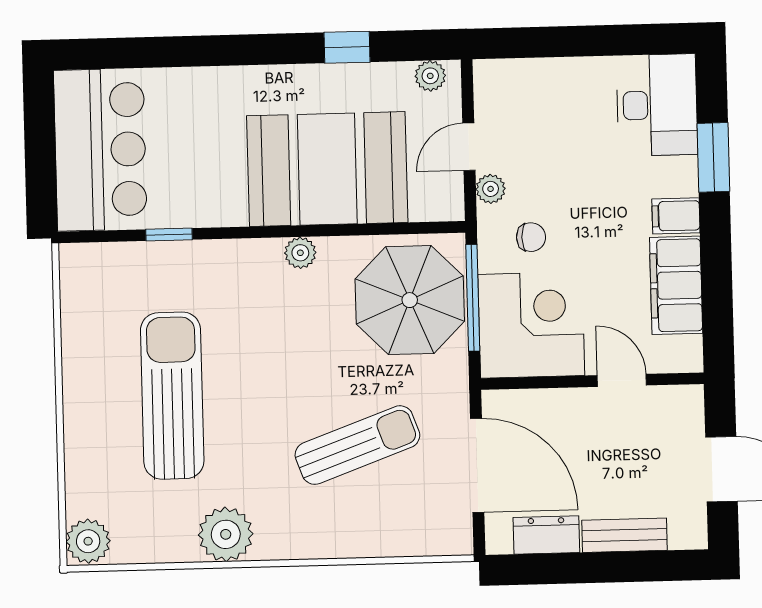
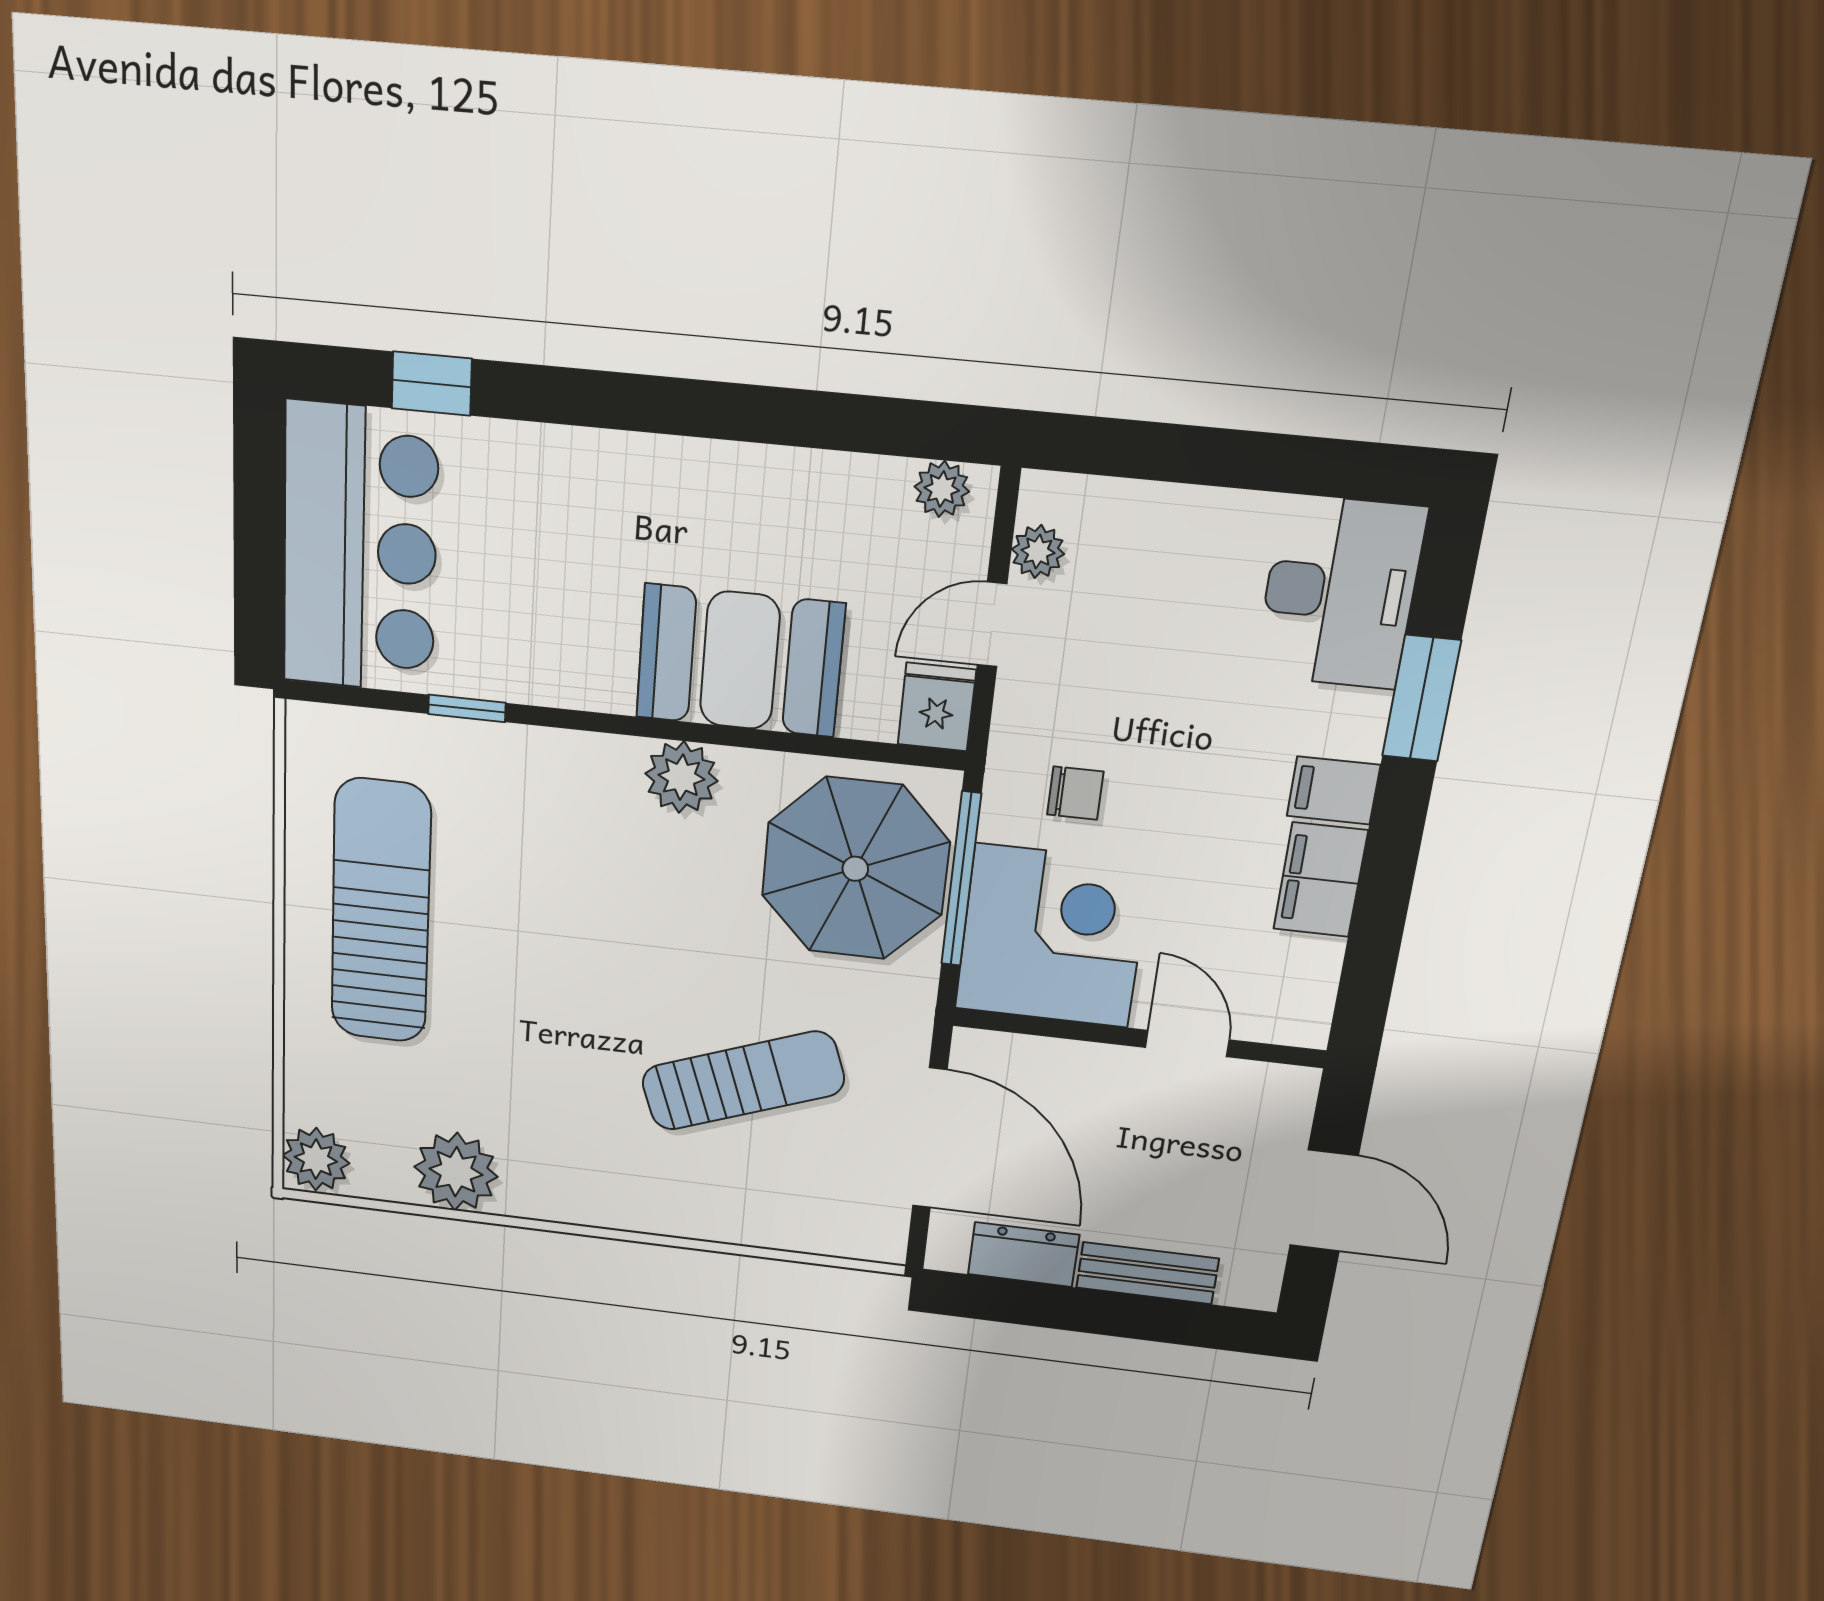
window: (347, 47) -> (432, 384), moved
booth: (327, 169) -> (740, 661), width x0.73, depth x0.70
plant: (491, 189) -> (1038, 552), moved
fridge: (444, 198) -> (937, 707), added
plant: (300, 253) -> (681, 777), width x1.38, depth x1.38
filing cabinet: (676, 285) -> (1320, 880), width x0.67, depth x0.86
sun lounger: (172, 396) -> (381, 912), moved
plant: (226, 534) -> (456, 1172), moved

